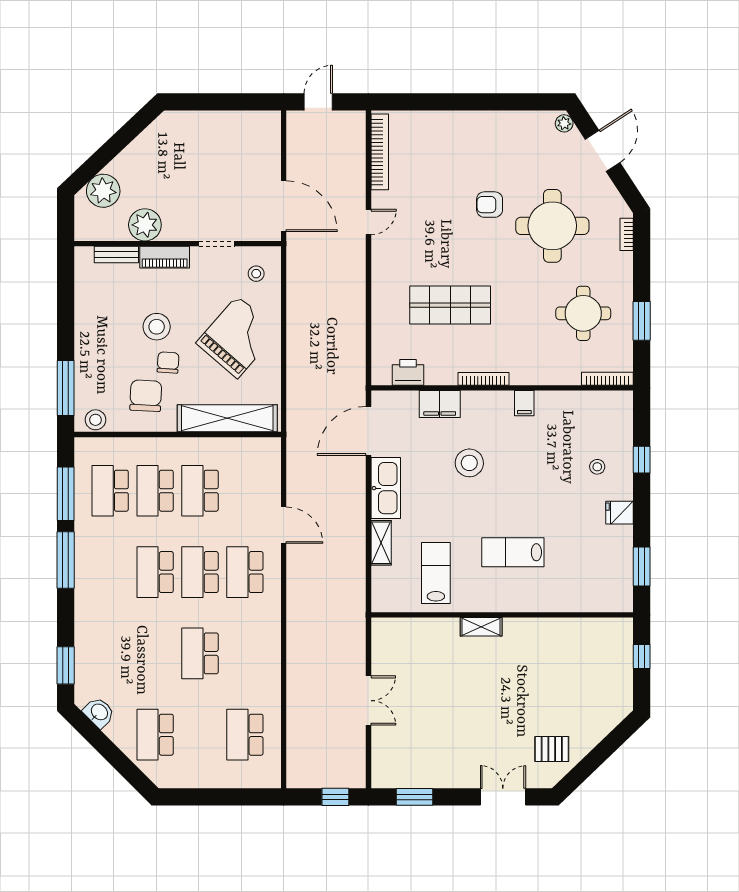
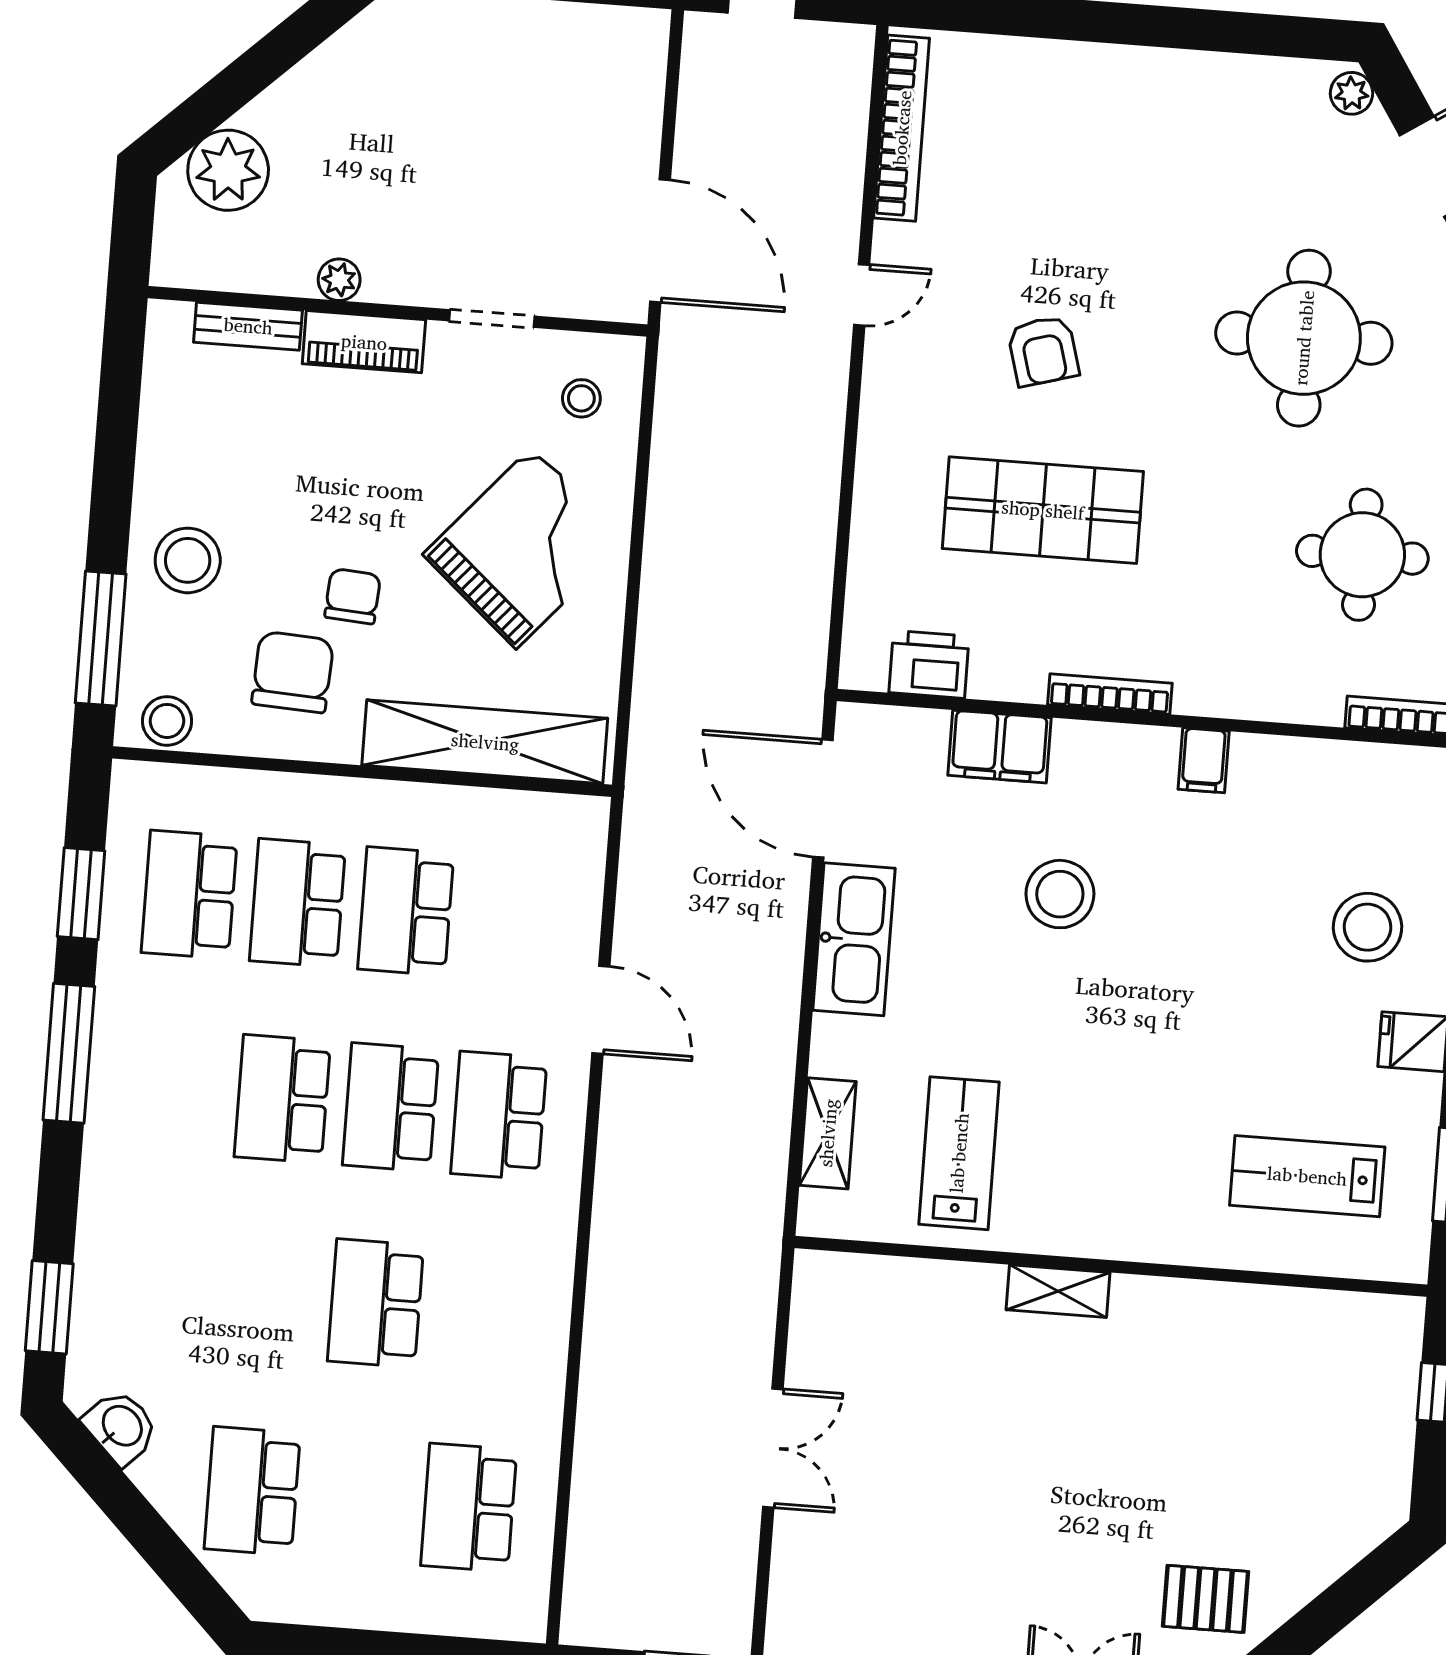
armchair: (490, 205) -> (1043, 351), moved, turned -106
plant: (145, 225) -> (339, 280), width x0.53, depth x0.53
stool: (157, 327) -> (188, 560), moved
door: (368, 431) -> (823, 799), hinge flipped
stool: (597, 467) -> (1368, 927), width x1.89, depth x1.89
window: (66, 494) -> (81, 894), width x0.69
shelving: (381, 543) -> (828, 1133), moved
lab bench: (513, 552) -> (1307, 1176), moved

